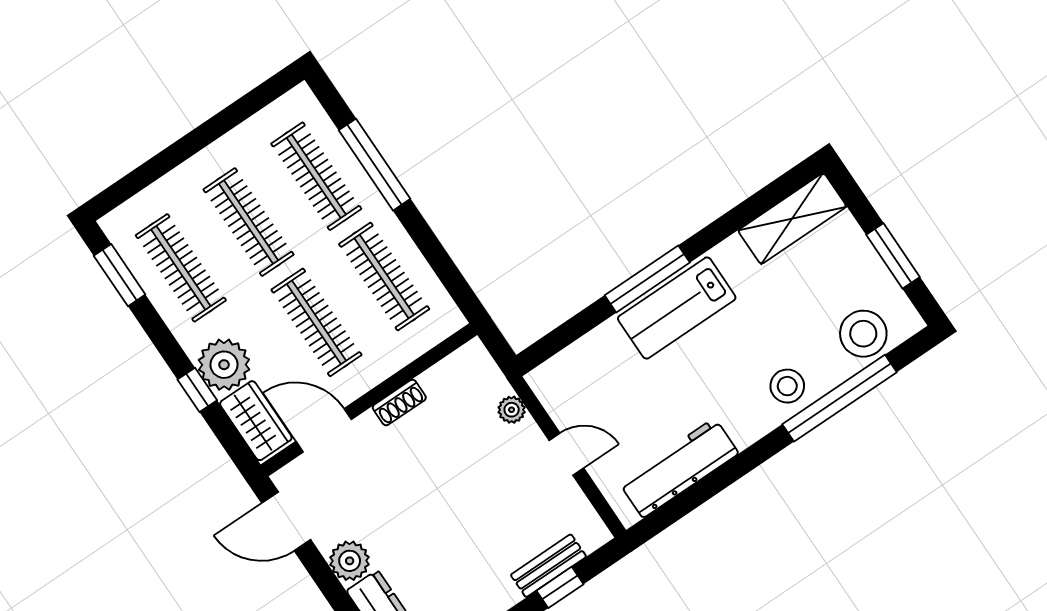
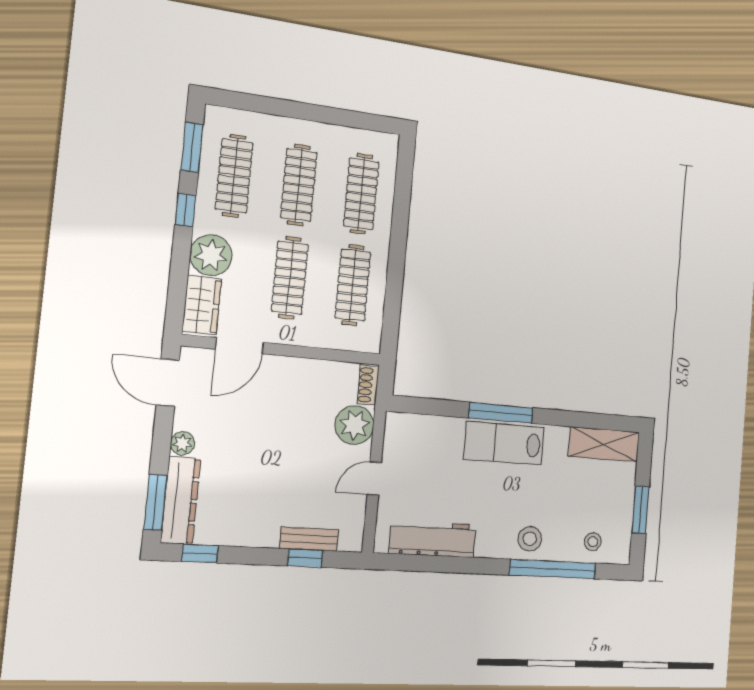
window: (375, 165) -> (400, 217), removed
stool: (863, 334) -> (593, 542), width x0.53, depth x0.53
window: (197, 390) -> (185, 210), moved
shoe rack: (399, 403) -> (368, 385), moved, turned 90
plant: (512, 410) -> (355, 425), width x1.88, depth x1.88
door: (324, 430) -> (239, 346), swing flipped
door: (566, 454) -> (374, 479), swing flipped
plant: (350, 561) -> (182, 443), width x0.73, depth x0.73

